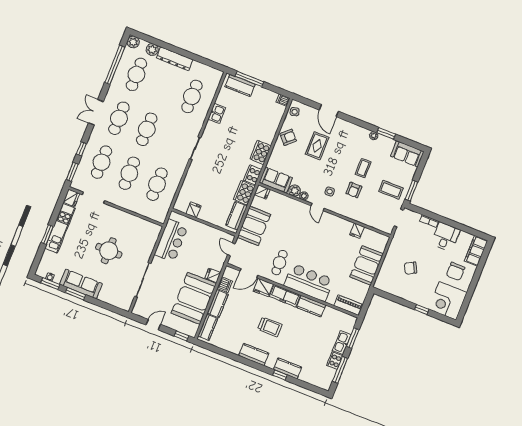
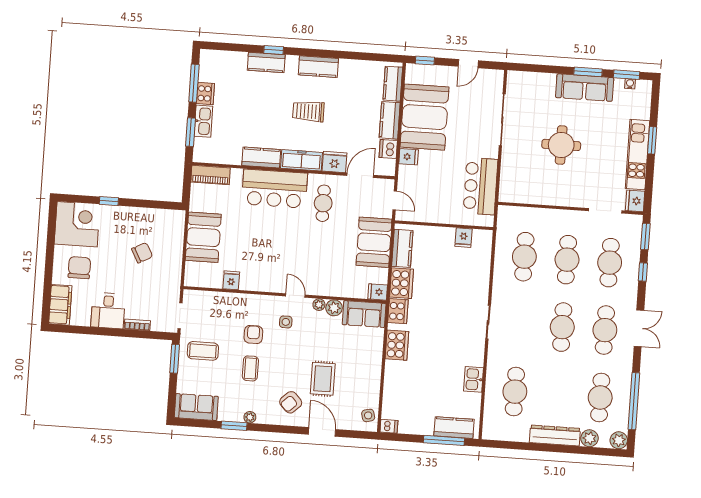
armchair: (288, 137) -> (291, 402), moved

